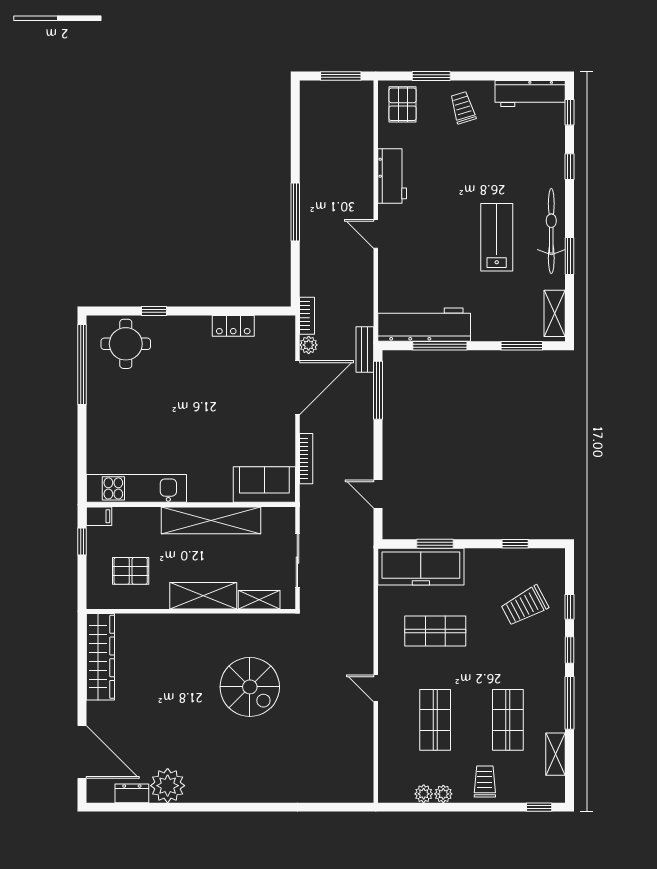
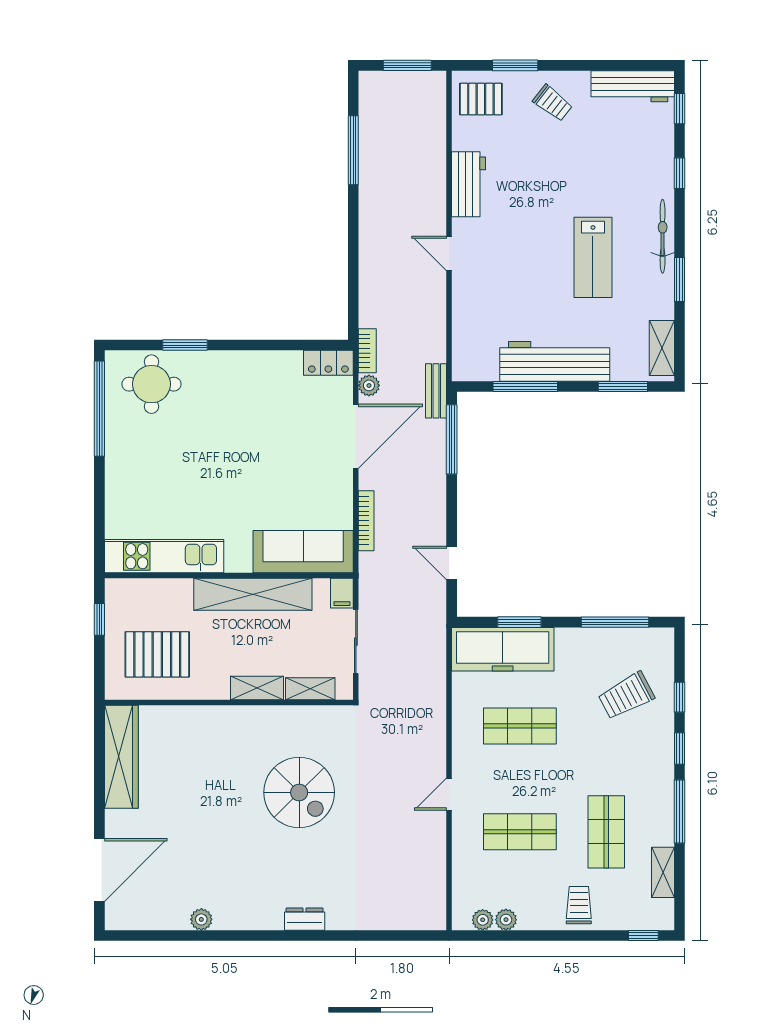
pallet: (403, 104) -> (481, 99), turned 90
trolley: (463, 108) -> (553, 103), turned 145
window: (295, 212) -> (353, 150), moved
bicycle: (551, 231) -> (663, 236), width x0.73, depth x0.71
lab bench: (497, 237) -> (593, 257), turned 180
window: (154, 311) -> (185, 345), width x1.50
workbench: (424, 325) -> (555, 361), moved
locker: (233, 326) -> (328, 363), moved
sofa: (264, 485) -> (303, 552), width x1.36
filing cabinet: (99, 516) -> (342, 593), moved, turned 90
window: (515, 544) -> (615, 622), width x2.17
pallet: (131, 571) -> (157, 654), width x1.50, depth x1.42
shelving: (203, 596) -> (257, 688), width x0.67, depth x0.75
door: (376, 688) -> (449, 794), hinge flipped
shop shelf: (435, 720) -> (520, 832), turned 90
door: (82, 752) -> (99, 870), hinge flipped
plant: (168, 786) -> (201, 919), width x0.53, depth x0.53
dresser: (132, 793) -> (305, 919), moved
plant: (443, 794) -> (483, 920), moved

